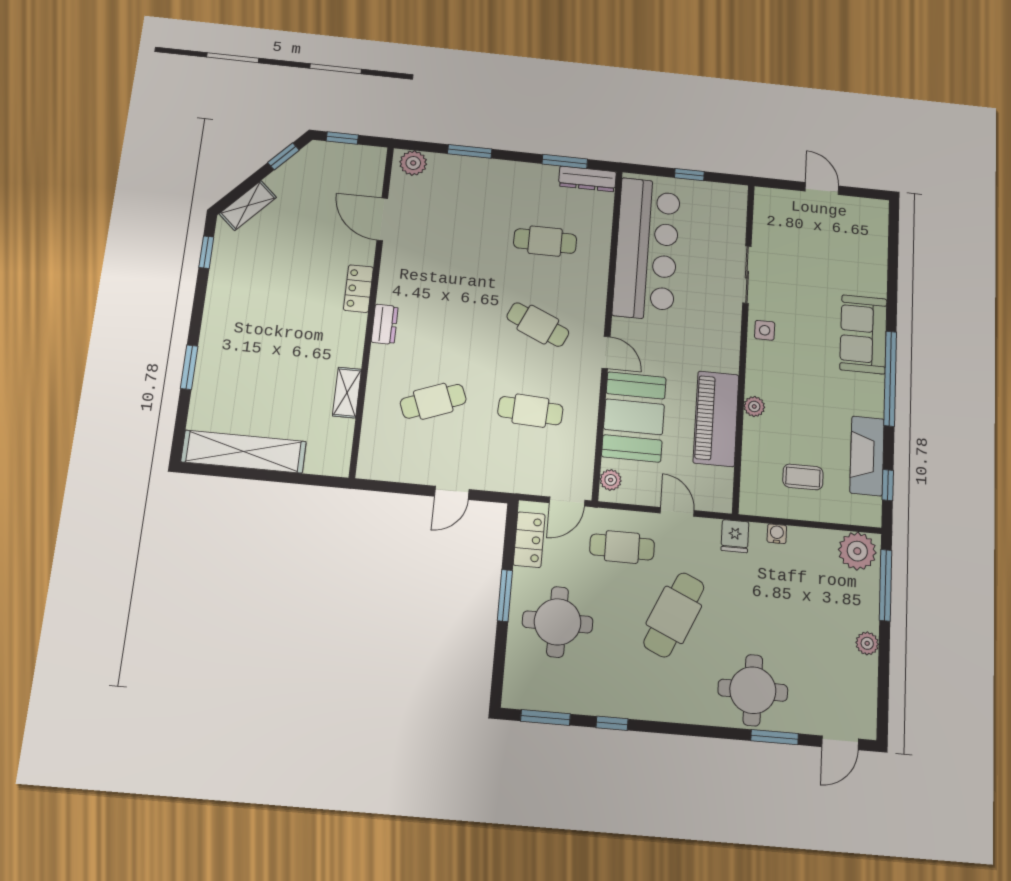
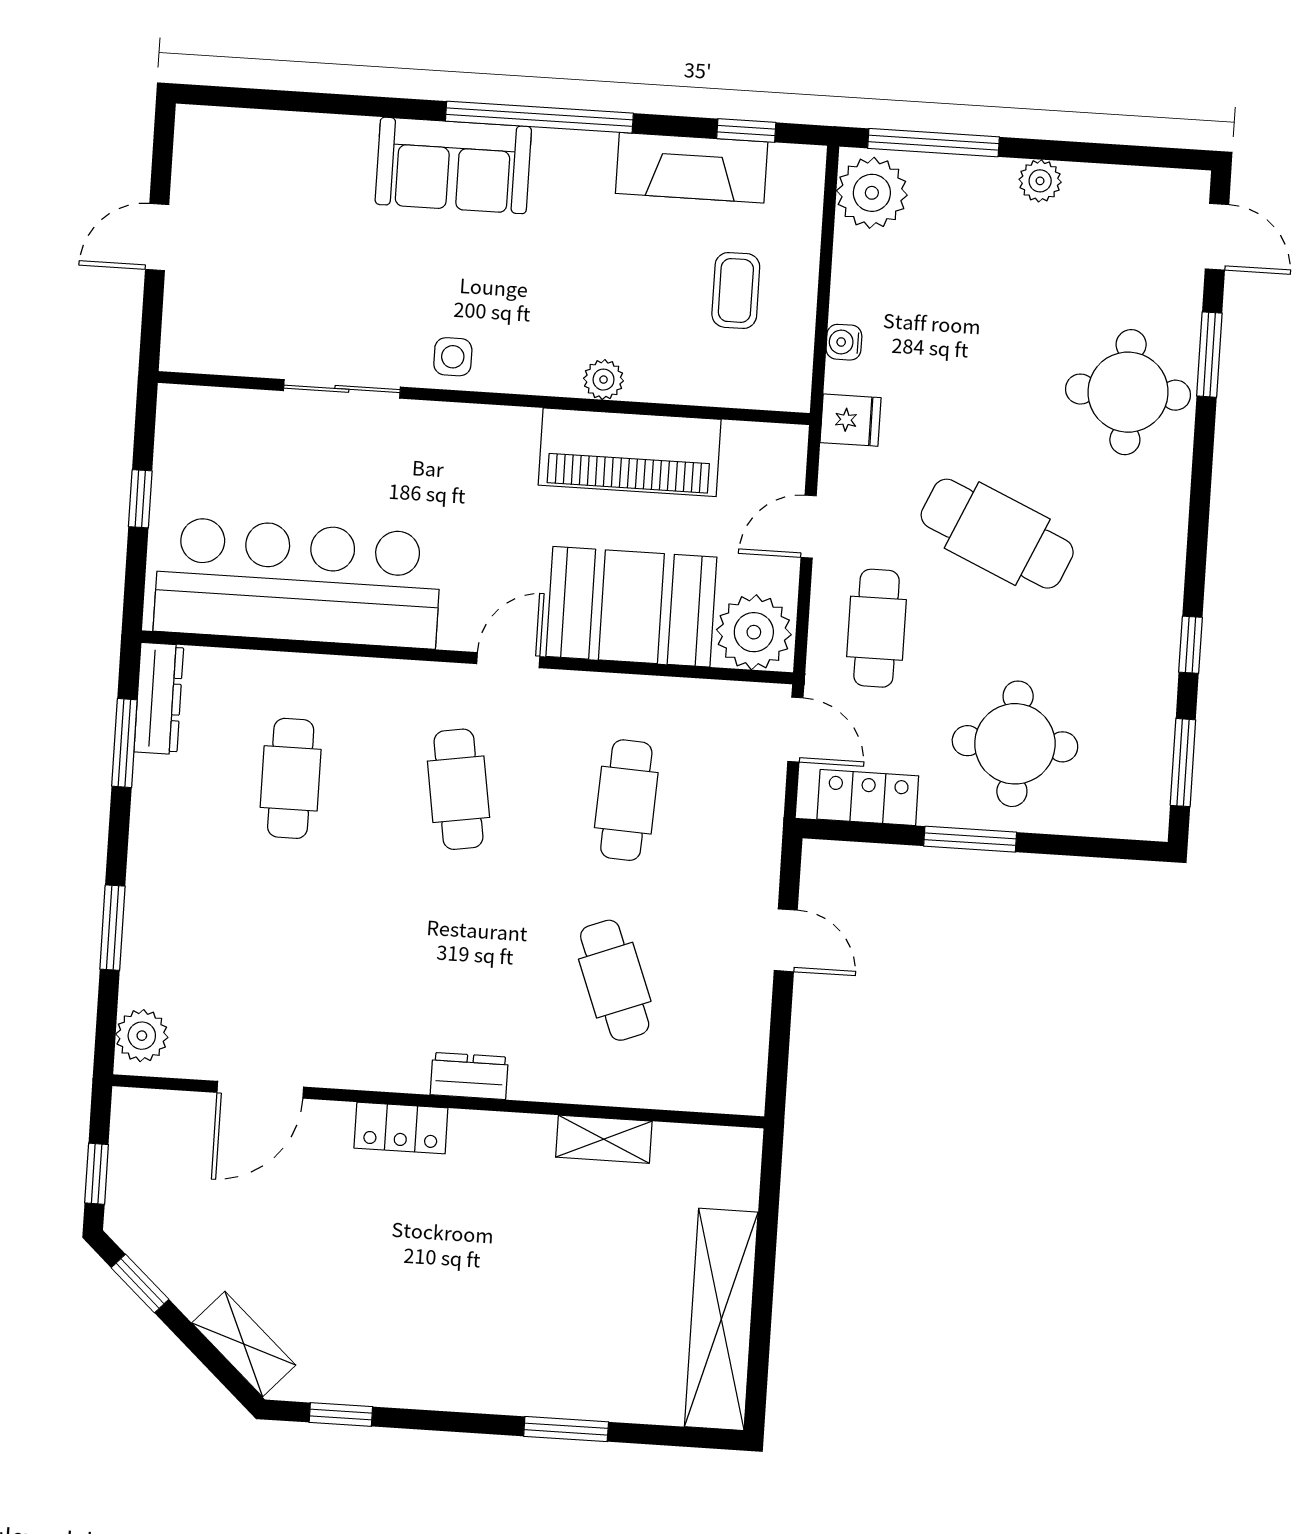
cafe table: (538, 325) -> (458, 789), turned -33
plant: (611, 480) -> (754, 632), width x1.88, depth x1.88

